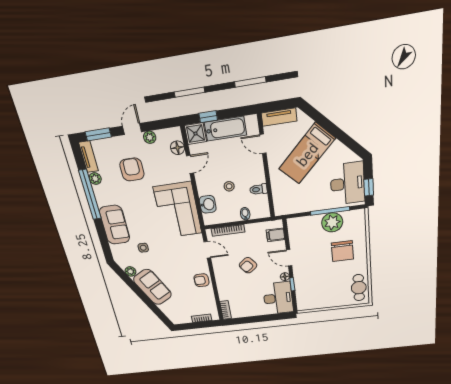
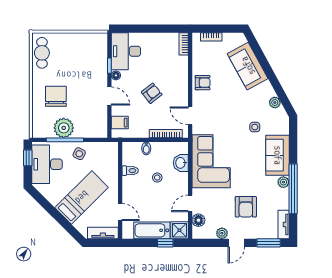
plant: (95, 179) -> (283, 182), moved
side table: (314, 199) -> (79, 154), added
sofa: (152, 287) -> (248, 66), moved

